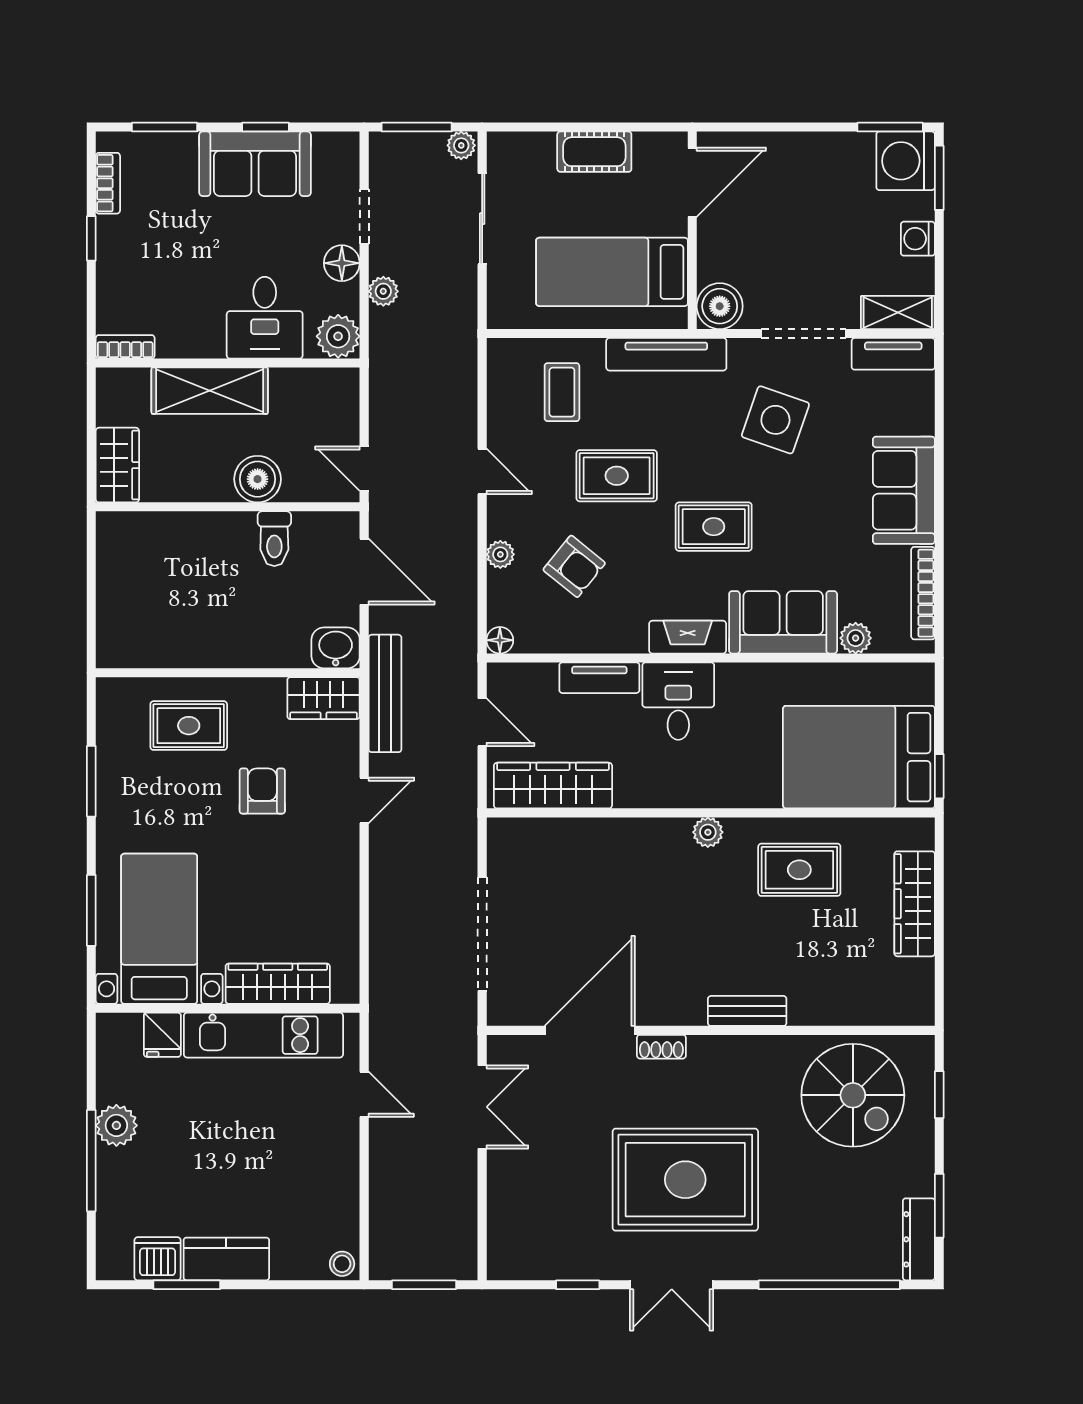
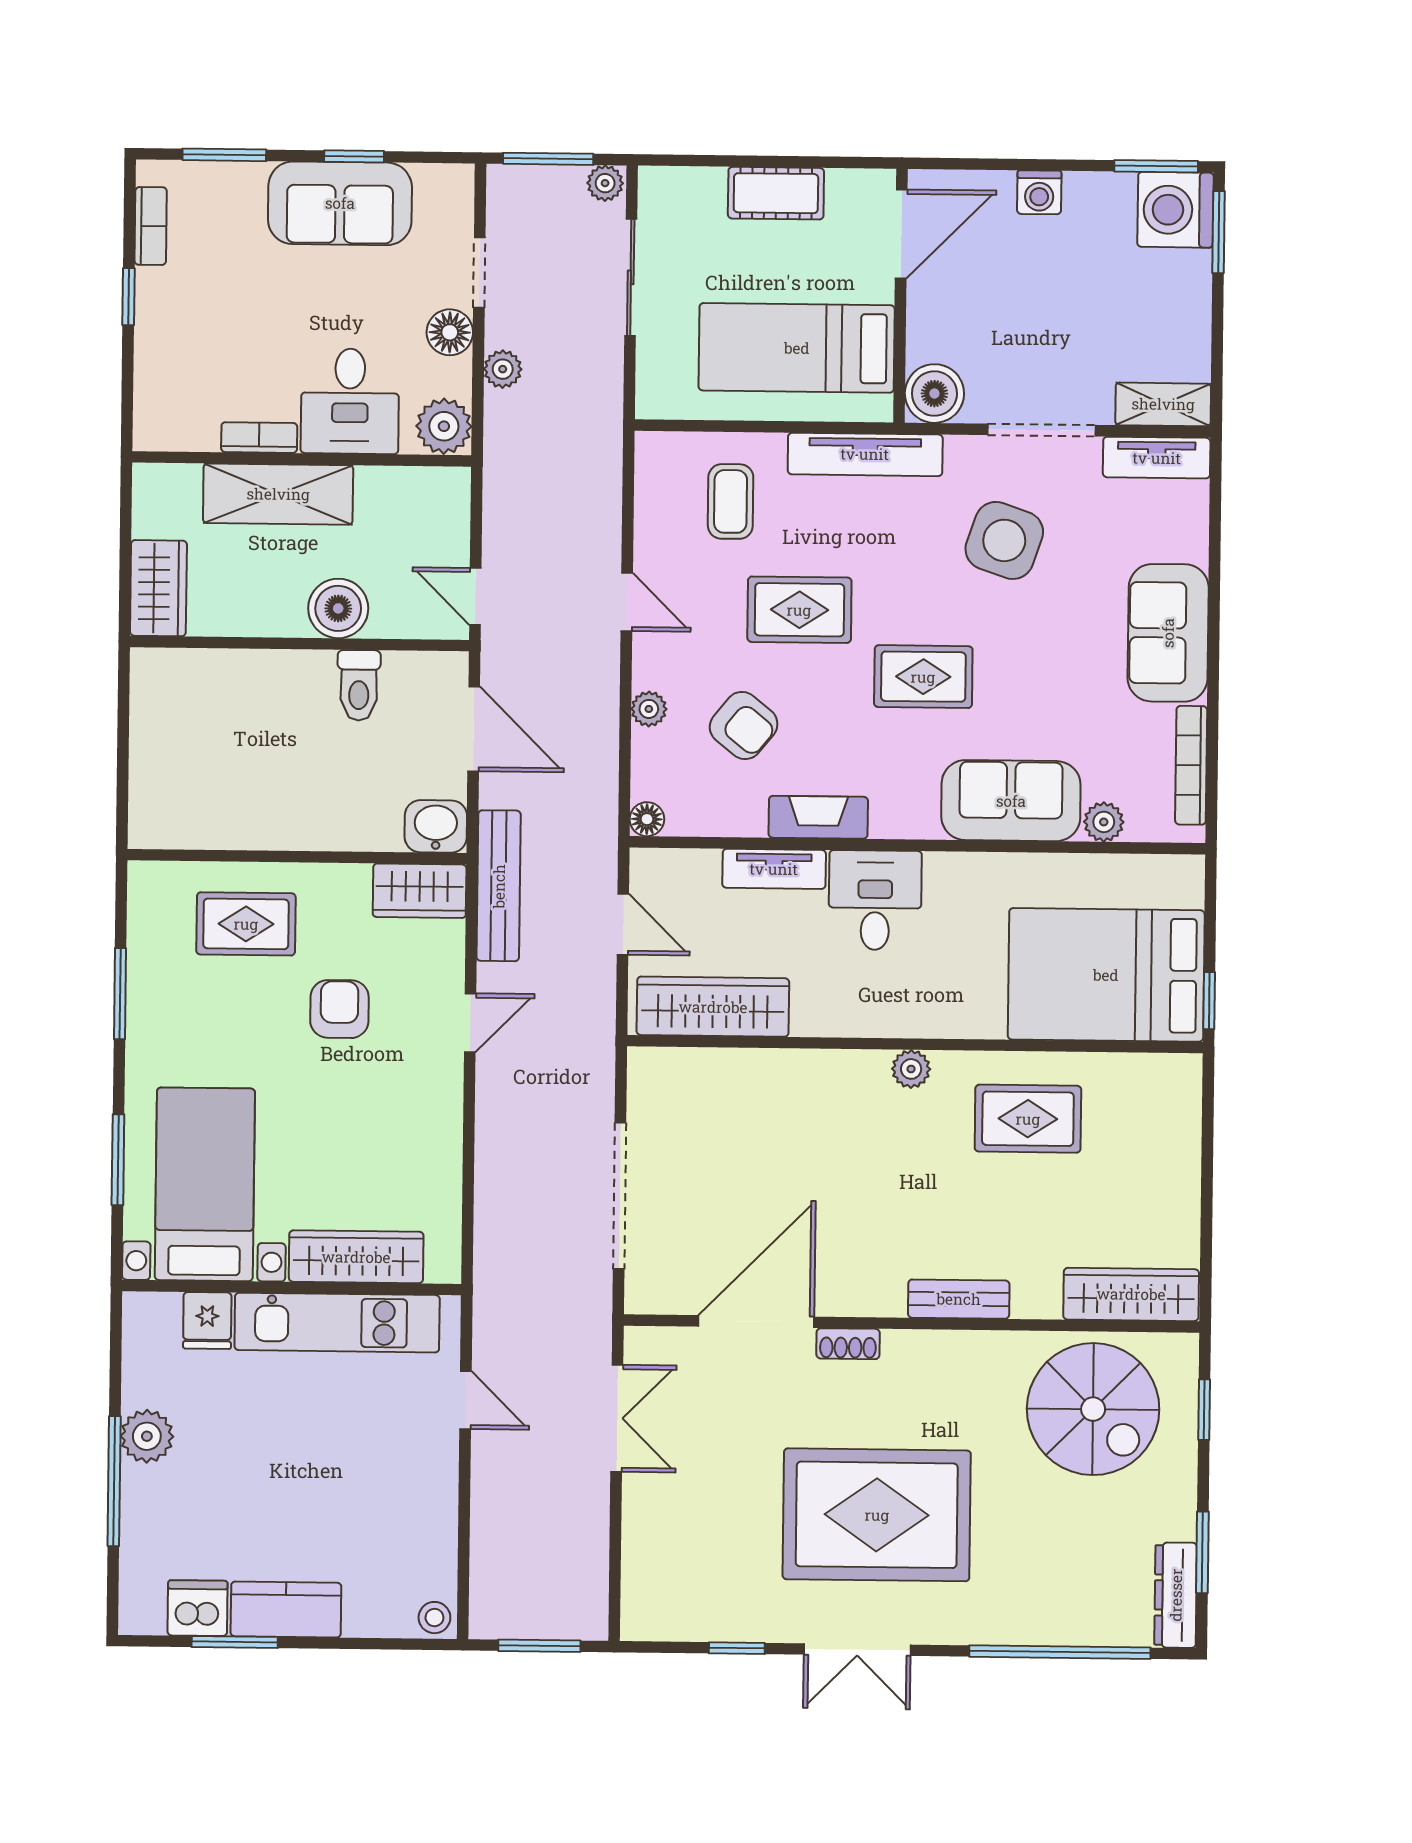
washing machine: (918, 239) -> (1039, 192), moved, turned -90
bookcase: (125, 347) -> (259, 438), moved
fireplace: (688, 637) -> (818, 817), moved
wardrobe: (915, 904) -> (1131, 1294), moved, turned 90

